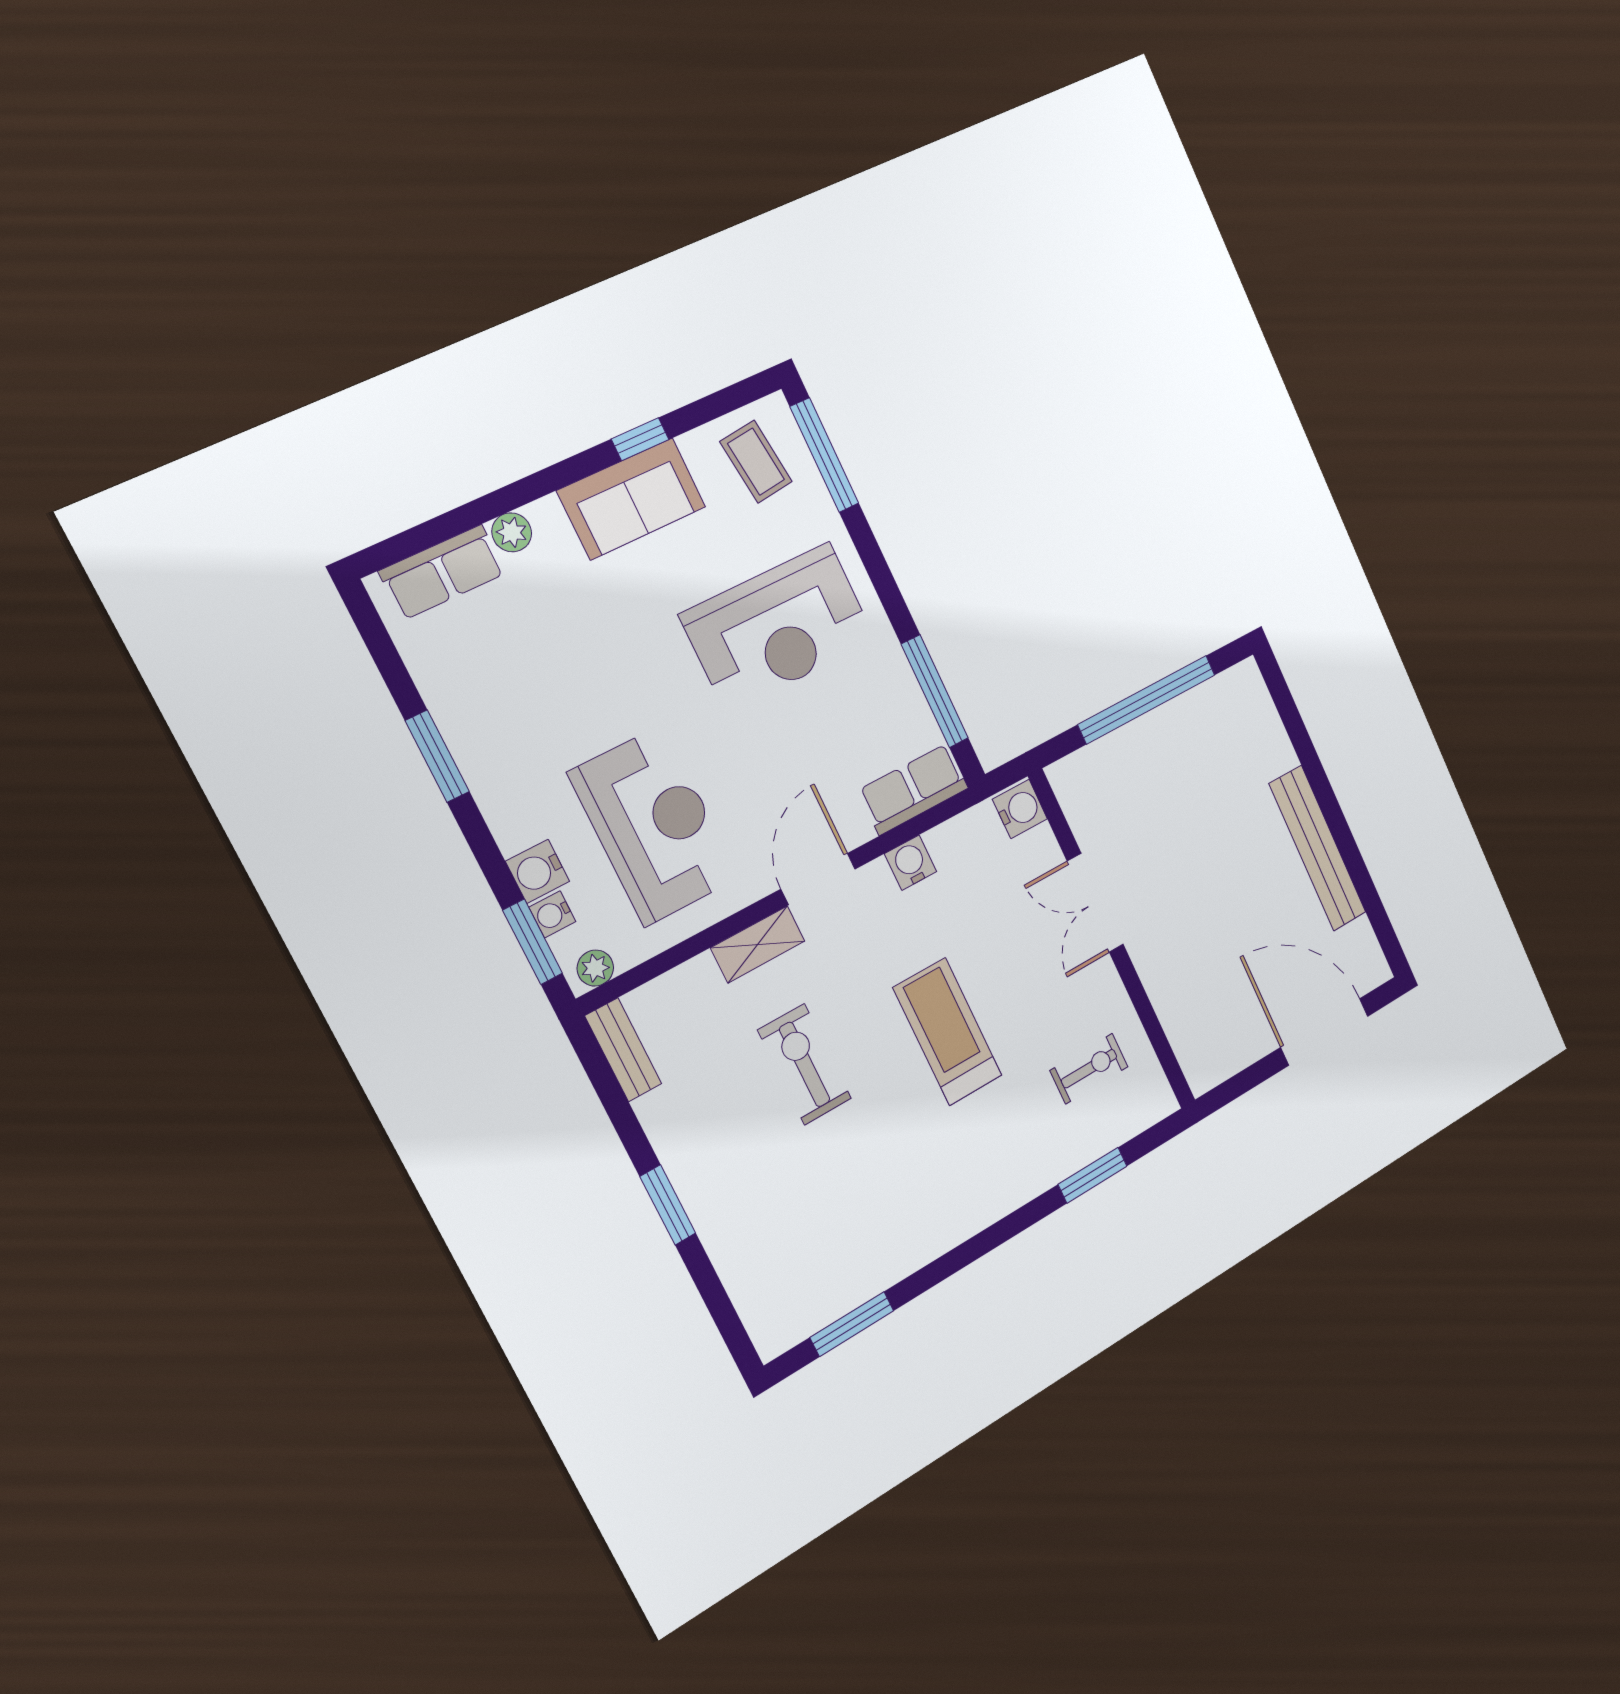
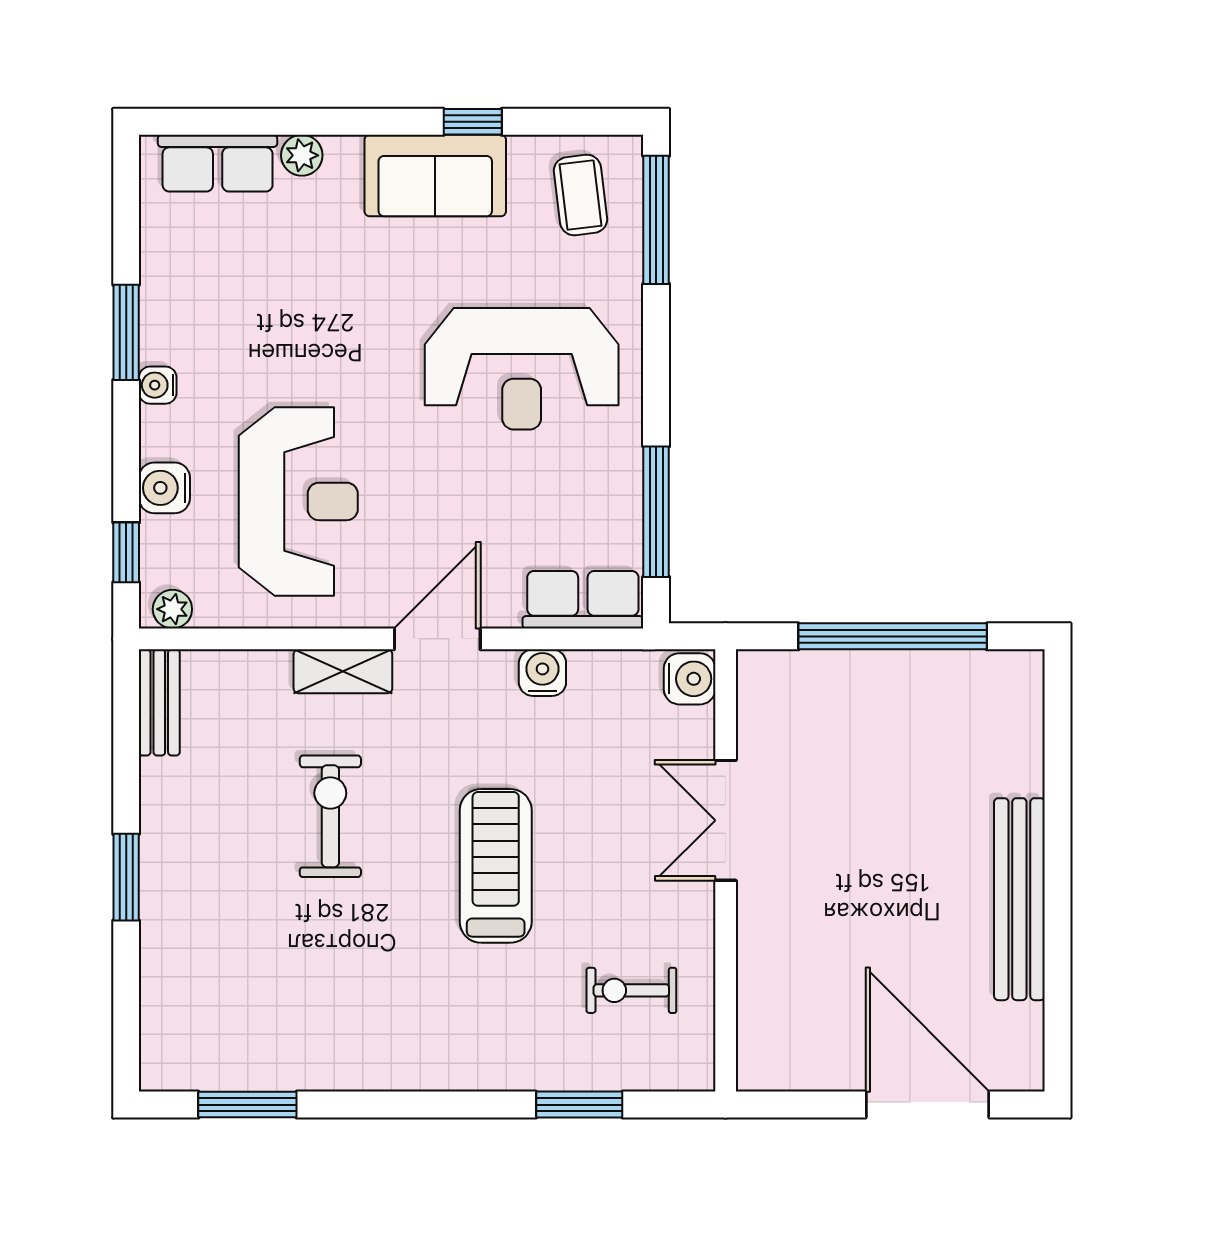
water cooler: (552, 914) -> (158, 385), moved
window: (533, 942) -> (126, 552), width x0.67
exercise bike: (1089, 1069) -> (631, 990), turned 180

